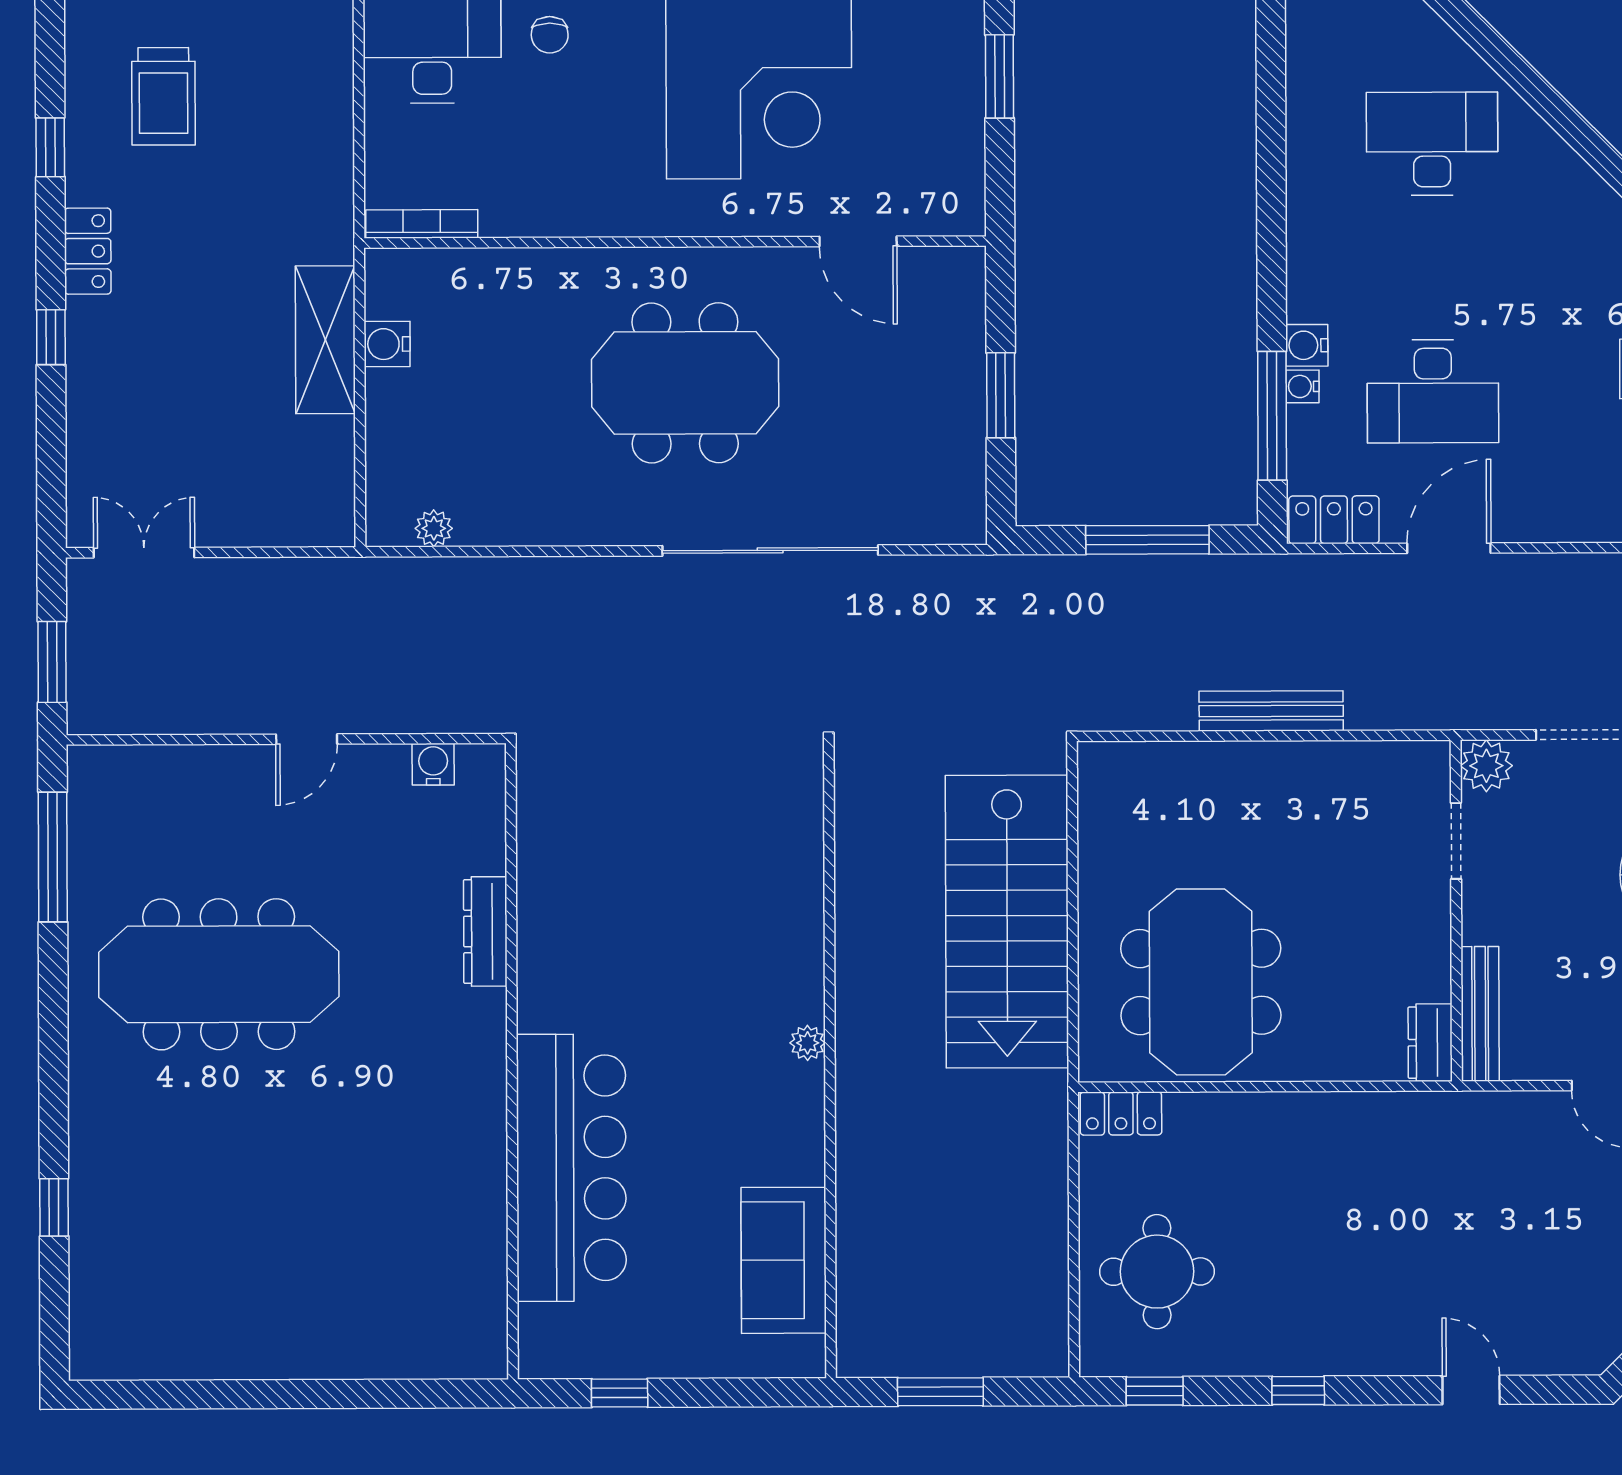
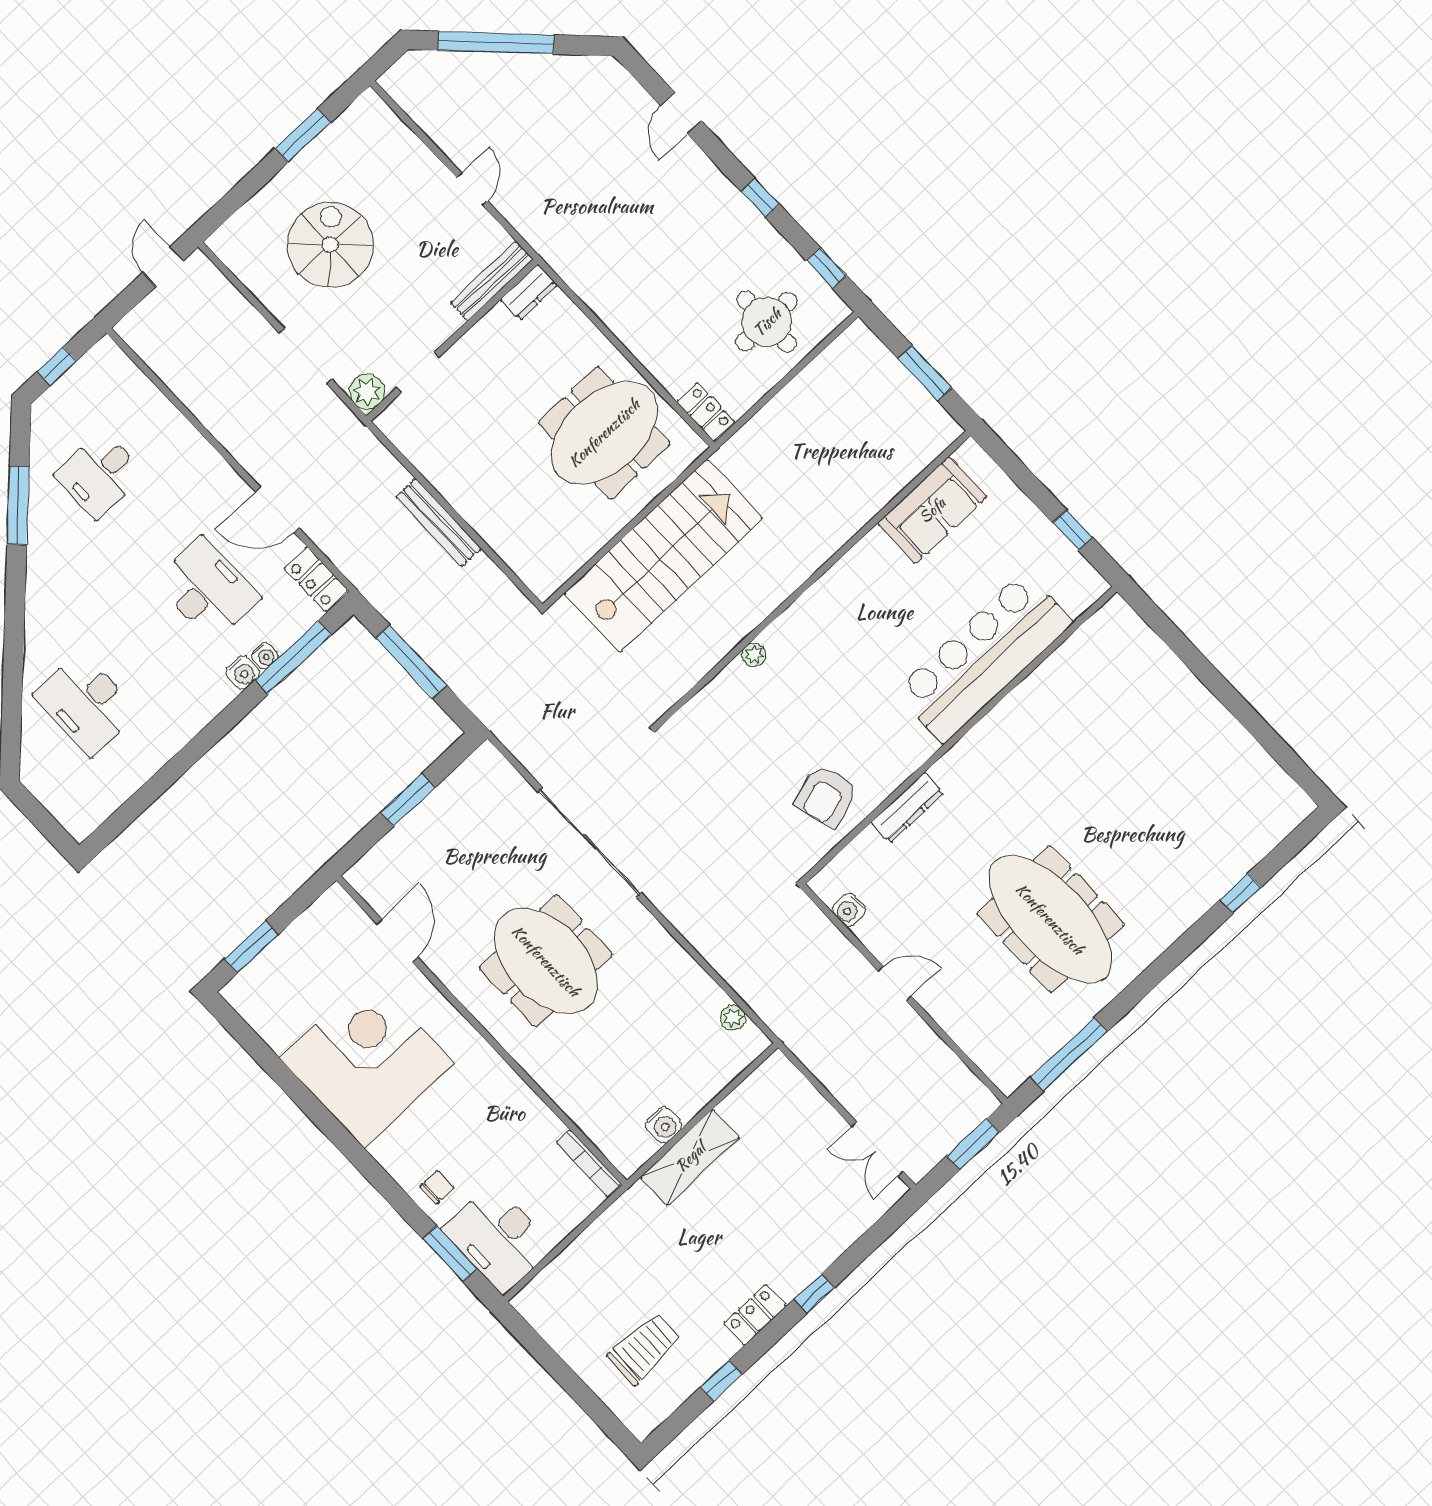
armchair: (581, 855) -> (826, 796), added
plant: (808, 1043) -> (754, 655), moved

